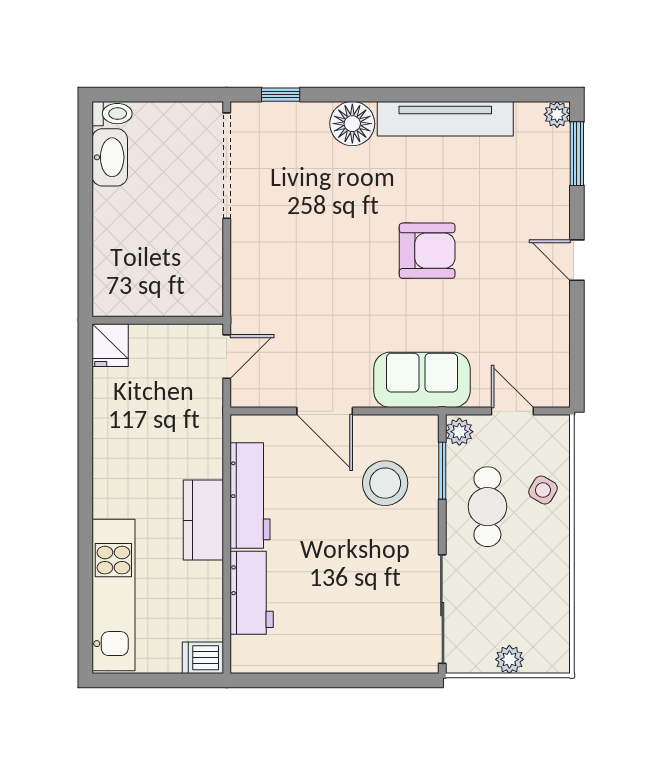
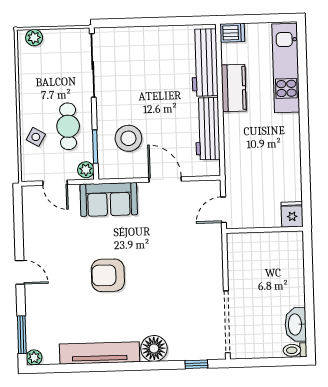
kitchen counter: (203, 520) -> (234, 88), moved
workbench: (252, 593) -> (205, 63), width x1.38
plant: (509, 659) -> (34, 38), moved

